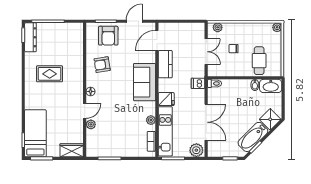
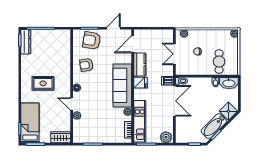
armchair: (108, 36) -> (92, 40), turned 100
double door: (206, 52) -> (174, 54), swing flipped
rug: (50, 74) -> (43, 83), moved
sofa: (145, 82) -> (122, 85), width x1.36
fridge: (166, 99) -> (141, 83), moved
door: (85, 111) -> (72, 104), swing flipped
double door: (206, 122) -> (174, 101), moved

